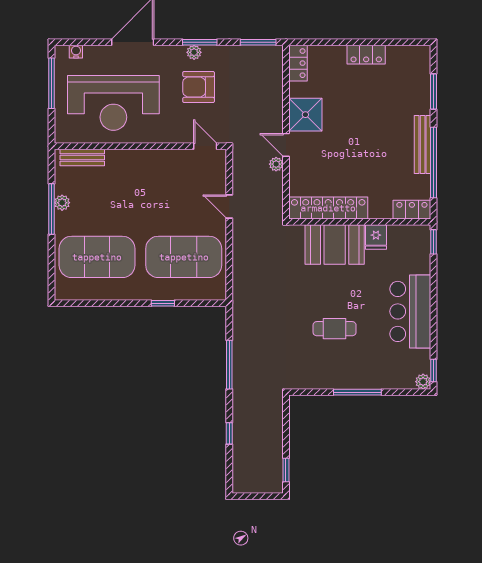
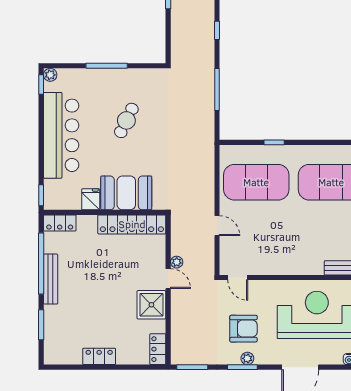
bar counter: (410, 311) -> (61, 135), width x1.36
cafe table: (335, 329) -> (126, 120), turned -64

